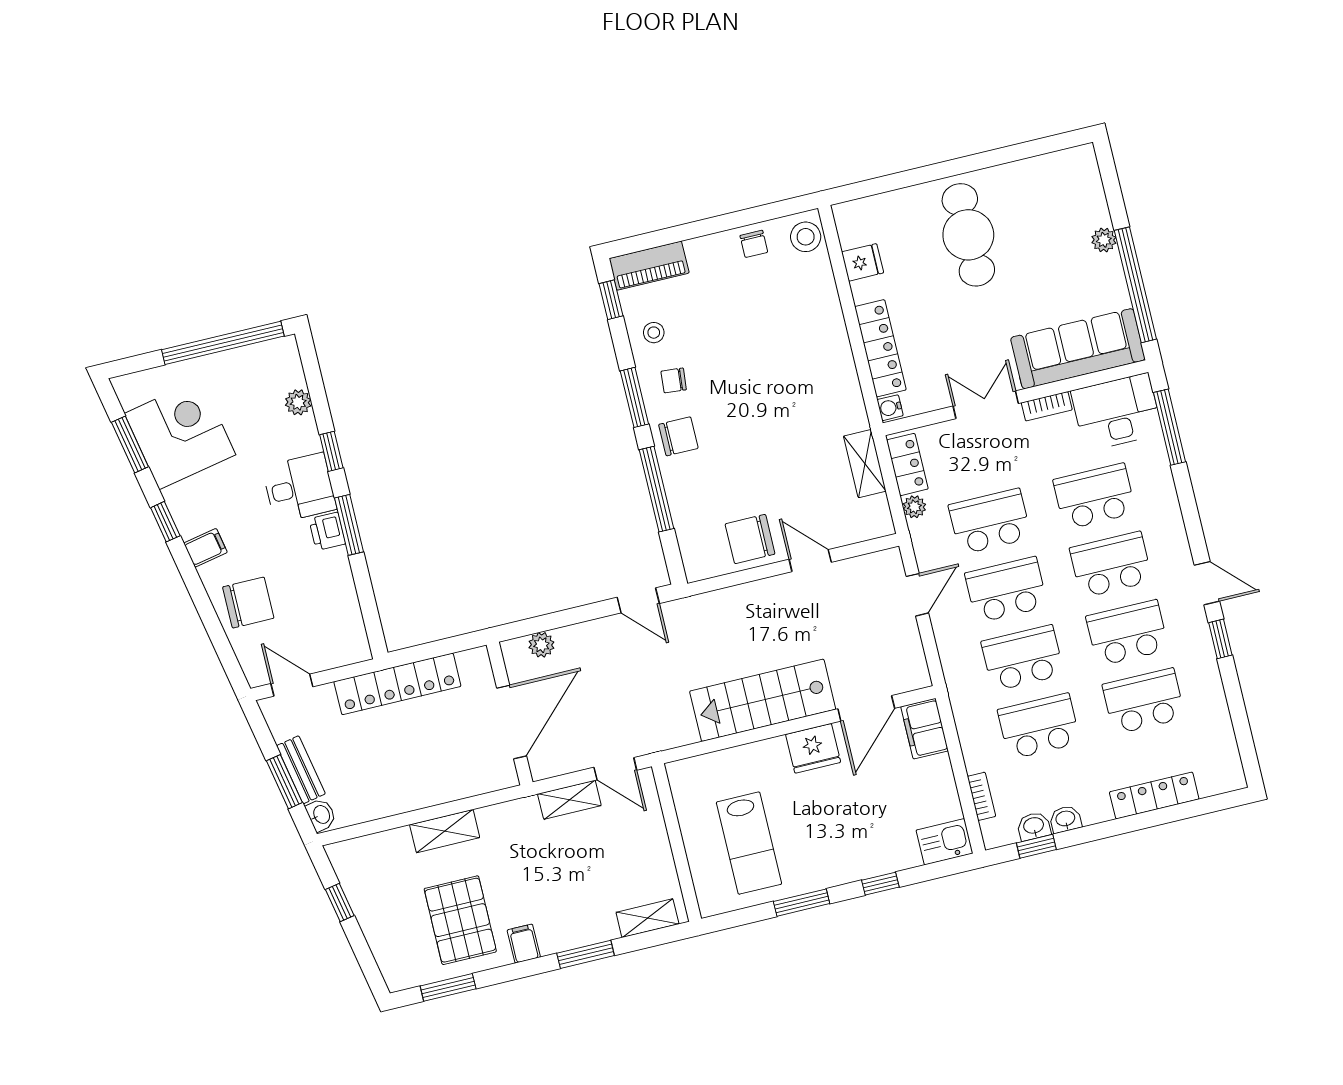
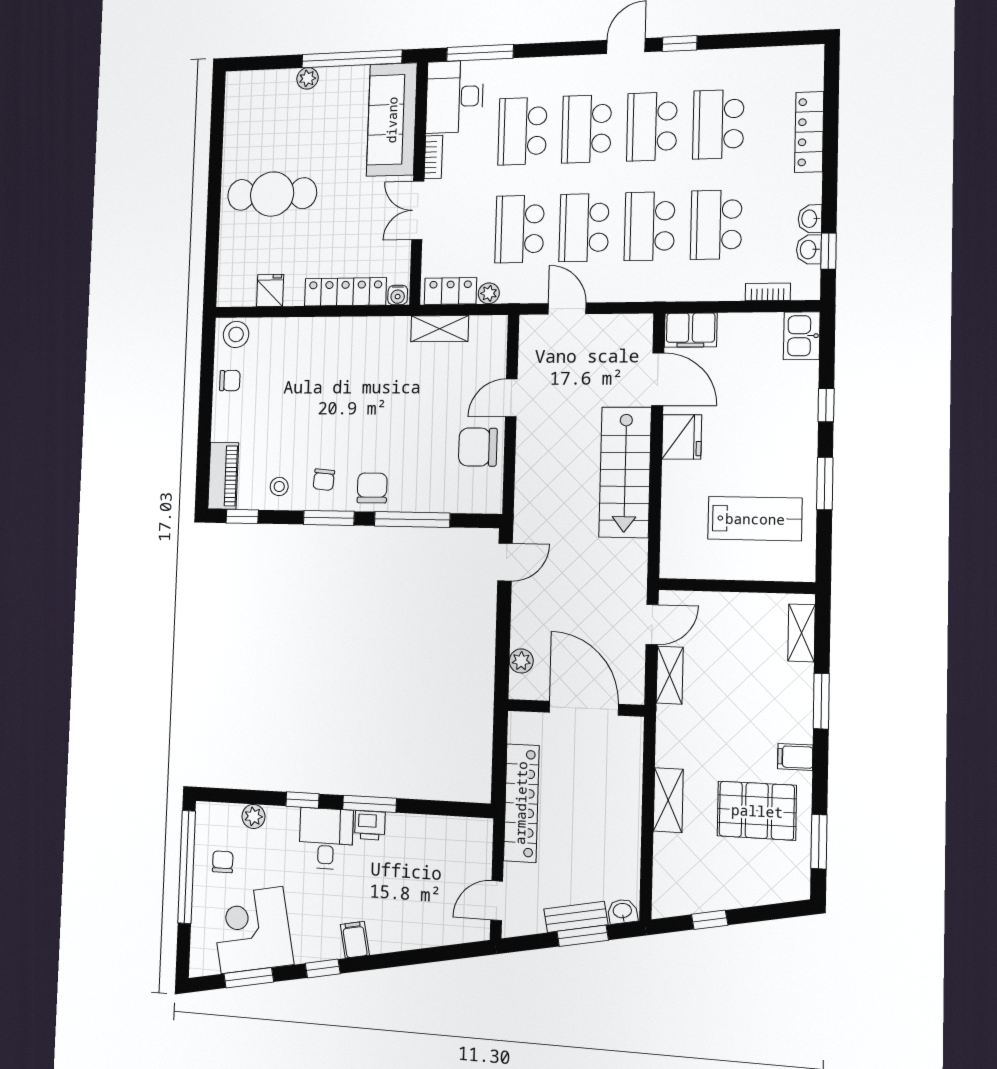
chair: (750, 539) -> (478, 447), turned 90
chair: (248, 603) -> (223, 862), moved, width x0.54, depth x0.54

